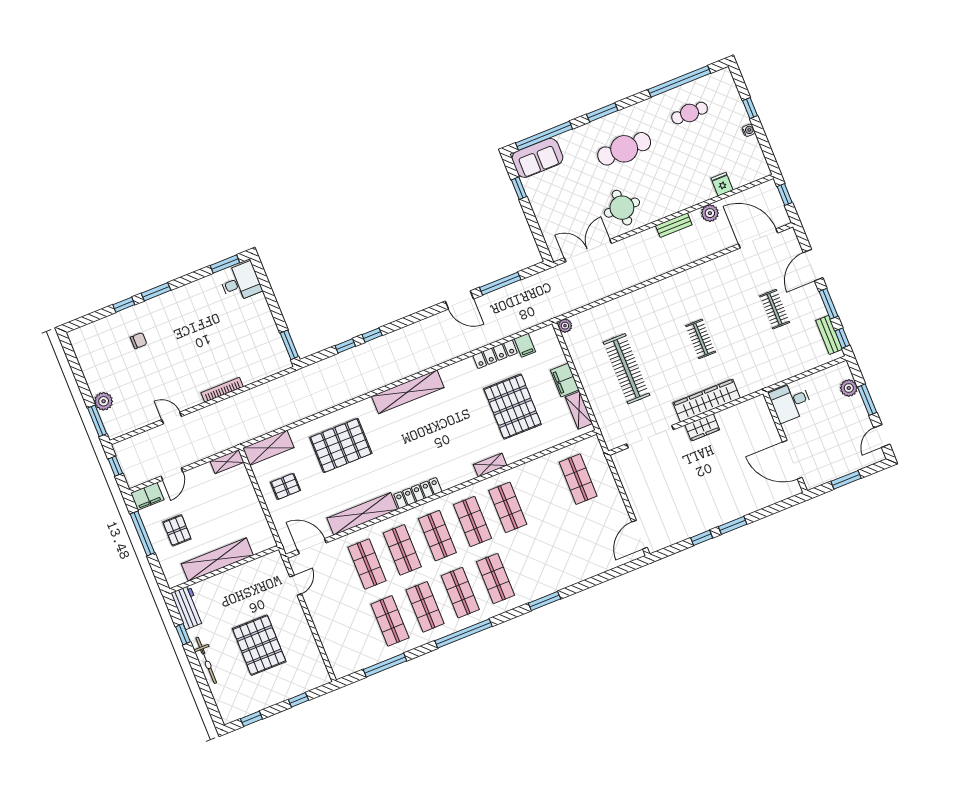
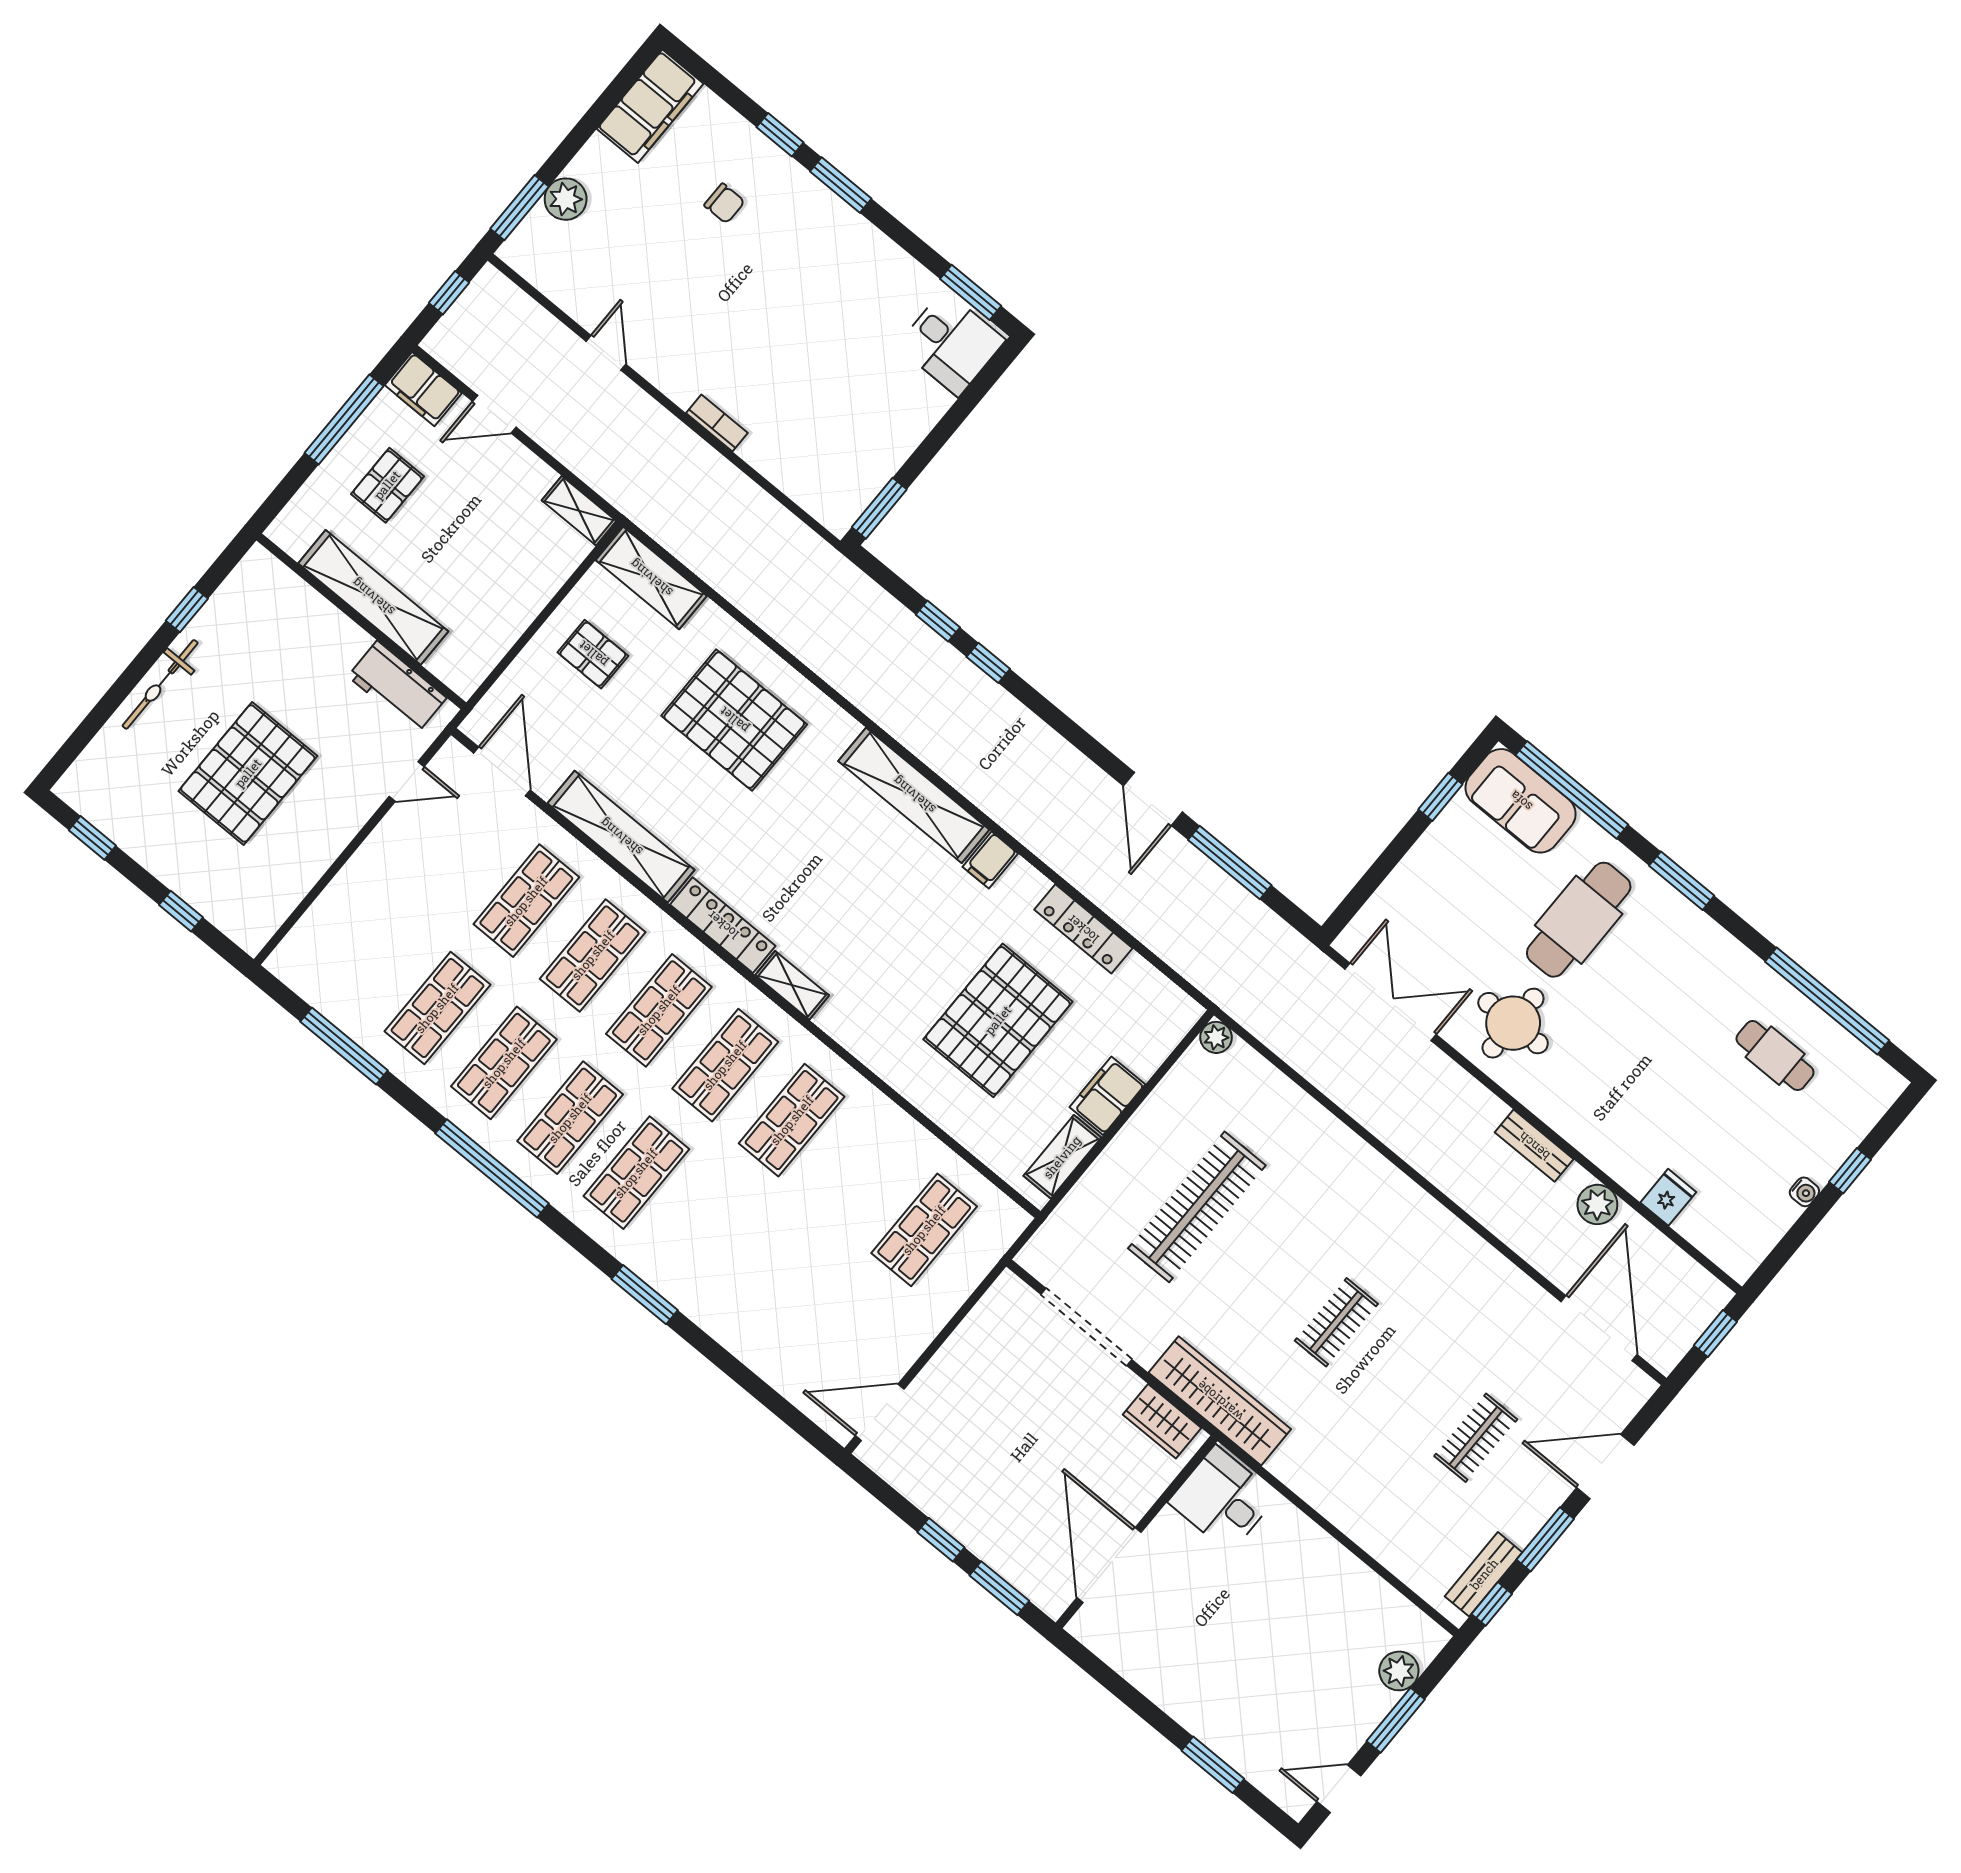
cafe table: (624, 149) -> (1579, 920), moved, turned 90
filing cabinet: (525, 345) -> (990, 860), moved
filing cabinet: (85, 349) -> (650, 106), added
bookcase: (222, 390) -> (717, 423), width x0.64
desk: (791, 402) -> (1223, 1499), moved
wall: (785, 442) -> (1137, 1532), moved
door: (792, 460) -> (1109, 1565), moved
shelving: (490, 465) -> (792, 985), moved
workbench: (188, 607) -> (397, 687), moved, turned 90

